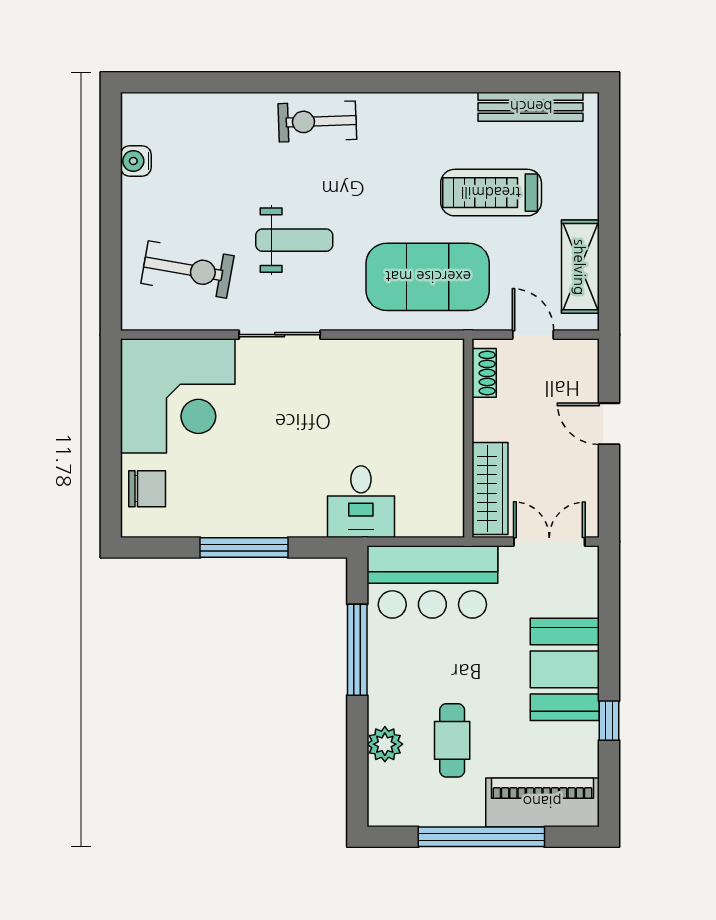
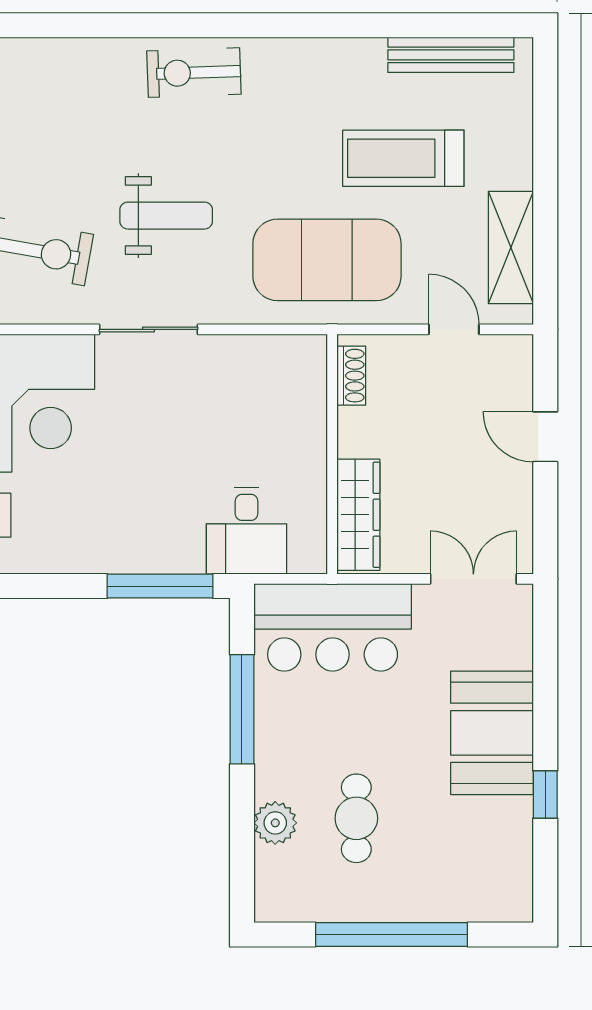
shoe rack: (484, 373) -> (351, 376), moved
wall: (468, 438) -> (332, 454), moved
wardrobe: (490, 488) -> (358, 515), moved
window: (244, 548) -> (160, 586), moved
piano: (542, 802) -> (465, 893), removed

